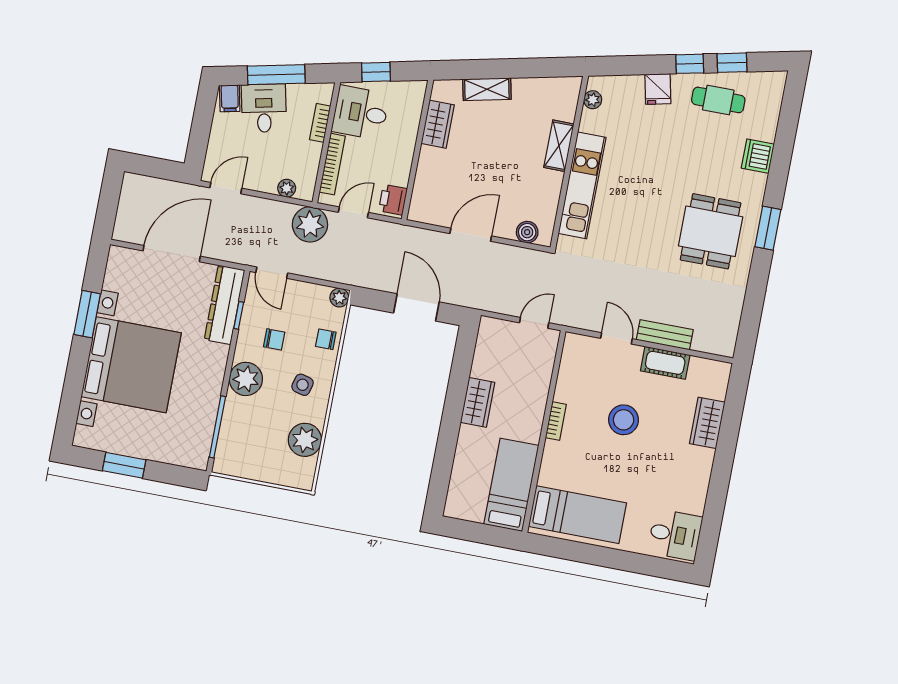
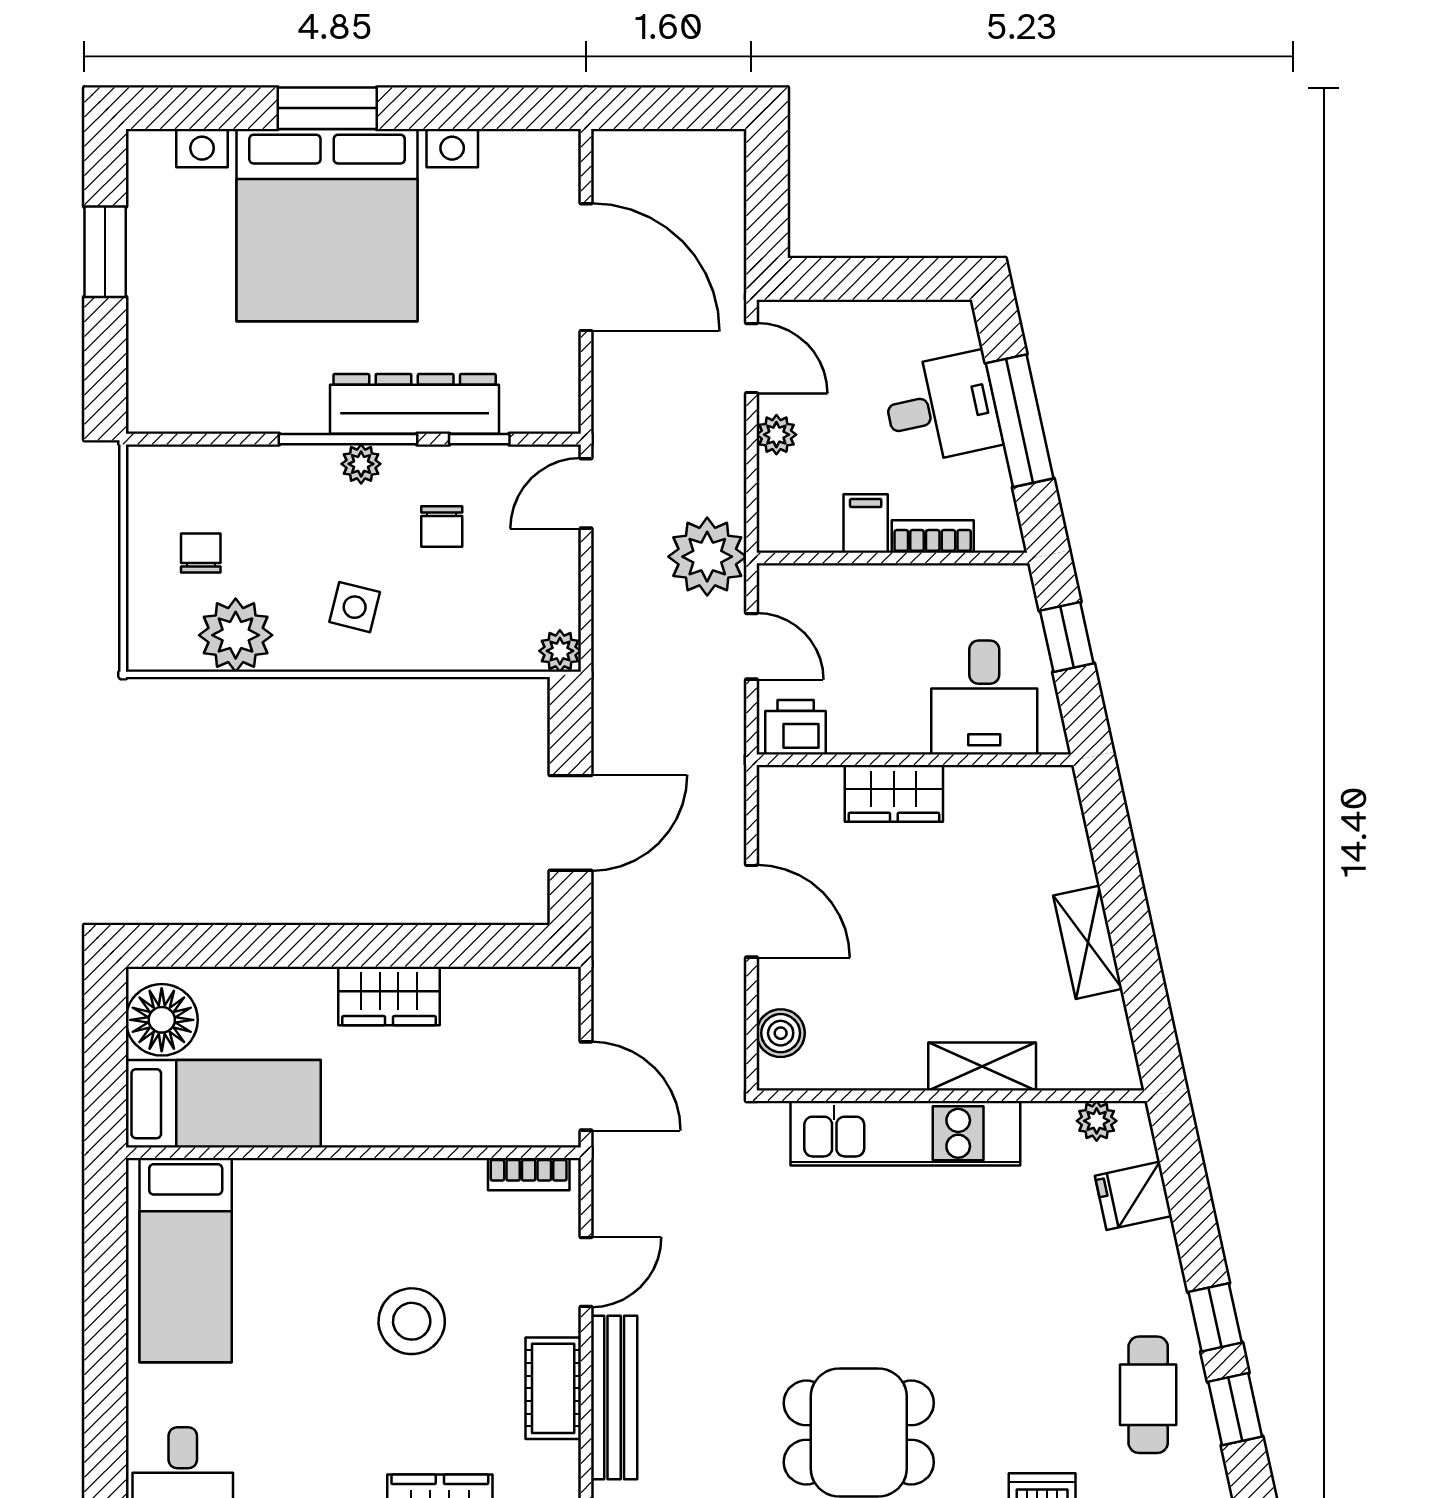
shelving: (487, 89) -> (1088, 942), moved
fridge: (658, 89) -> (1133, 1196), moved
filing cabinet: (230, 98) -> (866, 524), moved, turned 102
desk: (360, 113) -> (984, 697), moved, turned 180
wardrobe: (438, 124) -> (894, 793), moved
bookcase: (332, 164) -> (848, 580), removed
plant: (287, 188) -> (776, 435), moved
dresser: (225, 305) -> (415, 404), moved
window: (87, 314) -> (327, 108), moved
door: (534, 323) -> (586, 1086), width x1.38
bench: (665, 335) -> (614, 1398), width x1.36
chair: (326, 339) -> (201, 553), moved
plant: (246, 379) -> (361, 464), width x0.53, depth x0.53
bookcase: (556, 421) -> (529, 1174), moved
window: (217, 427) -> (348, 439), moved
floor lamp: (469, 505) -> (162, 1020), added

